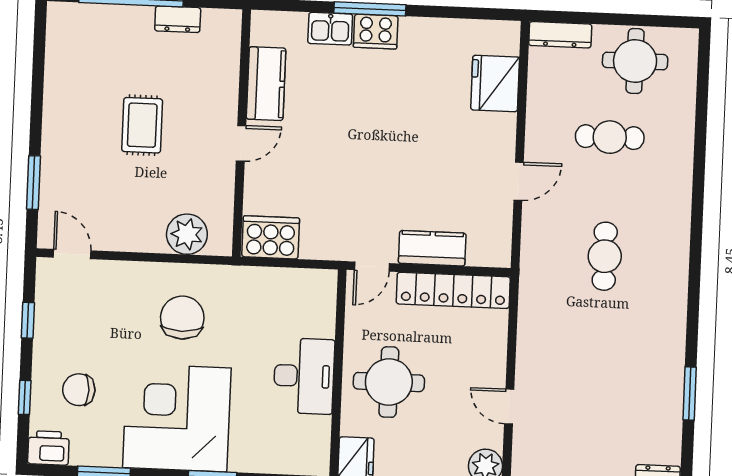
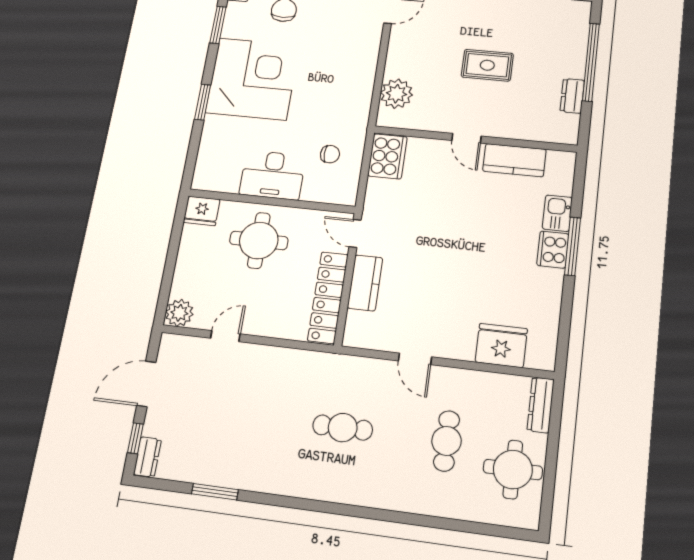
chair: (182, 318) -> (330, 154), moved, width x0.54, depth x0.54

